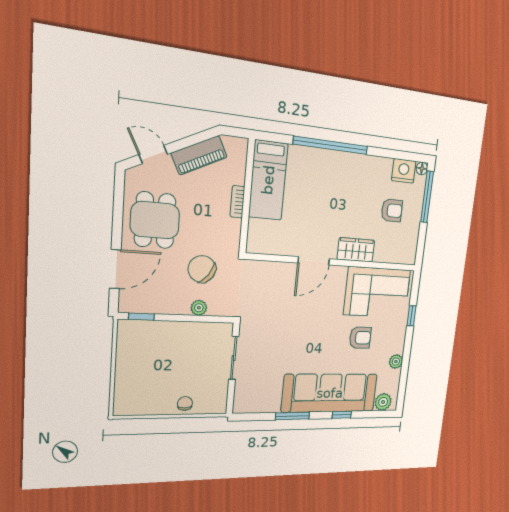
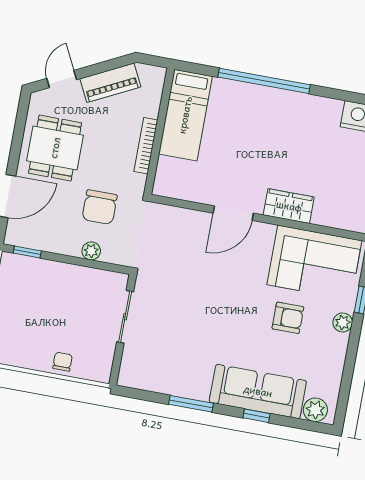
door: (153, 154) -> (62, 79), hinge flipped
bookcase: (237, 202) -> (146, 146), width x1.56
armchair: (392, 210) -> (339, 163), removed
chair: (202, 269) -> (100, 207), turned -126
plant: (396, 362) -> (343, 322), moved
sofa: (330, 393) -> (258, 391), width x0.74, depth x0.79

